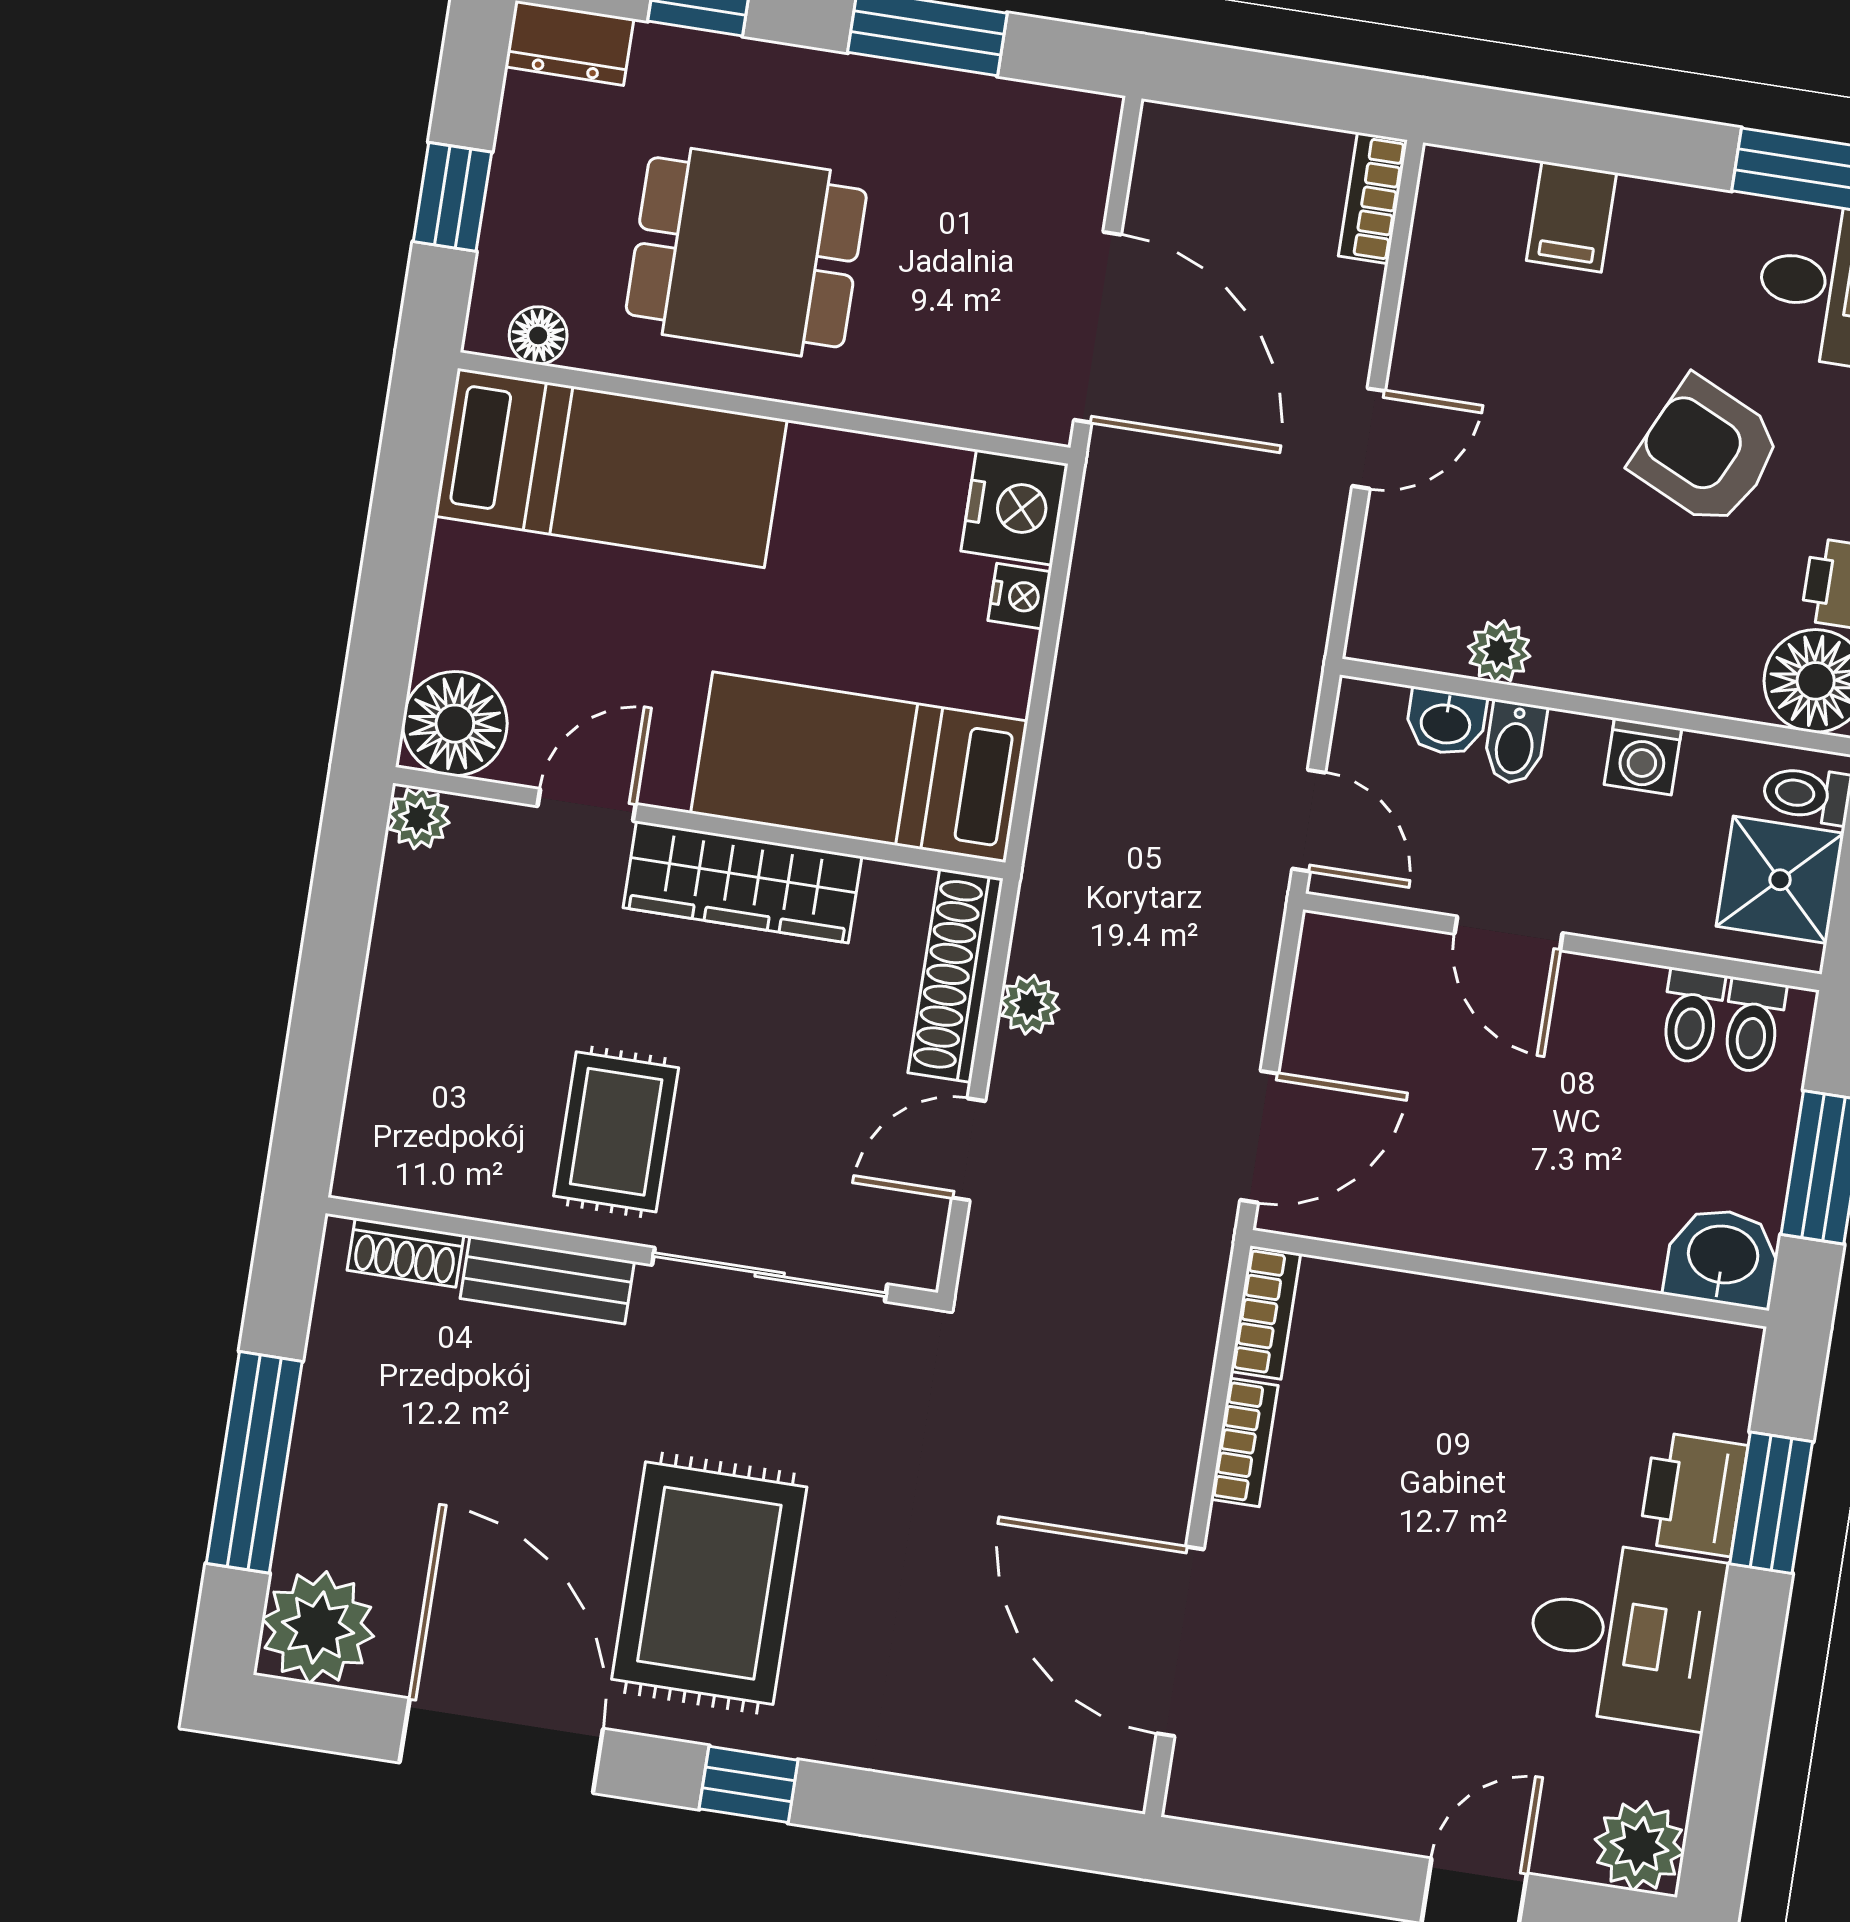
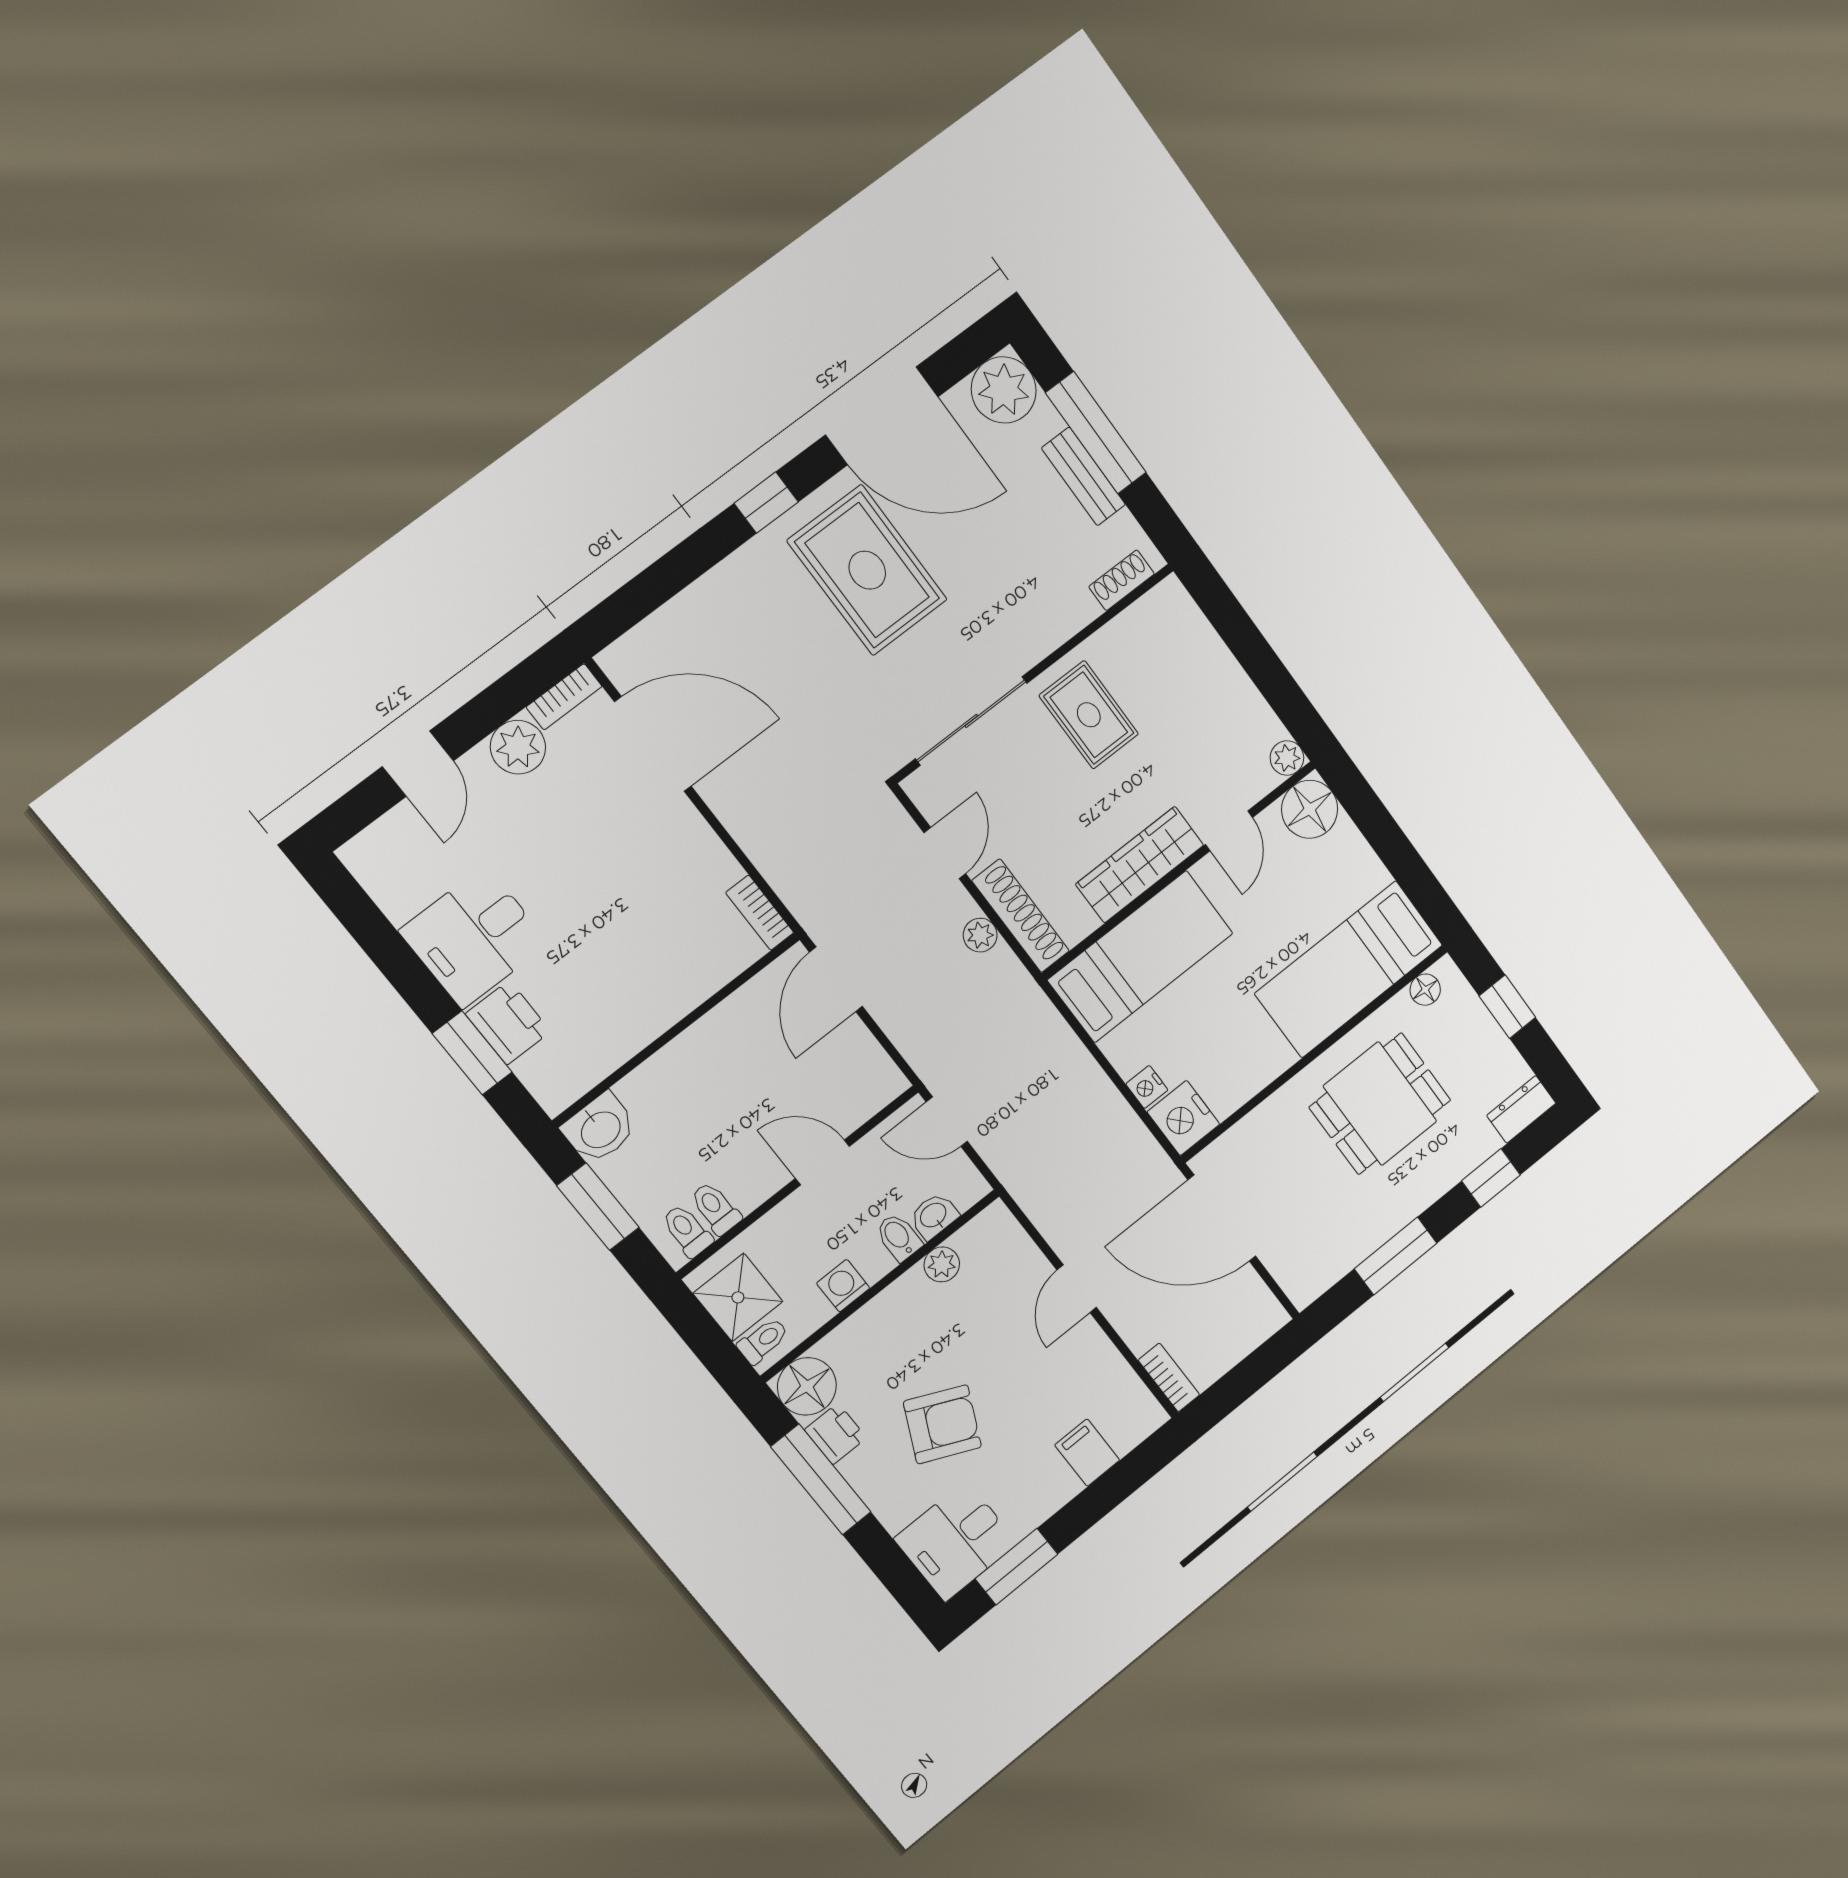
bench: (547, 1280) -> (1083, 476), moved, turned 90
bookcase: (1244, 1442) -> (564, 697), moved, turned -90
plant: (1640, 1846) -> (518, 747), moved

